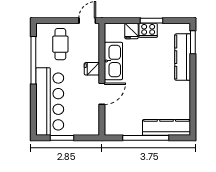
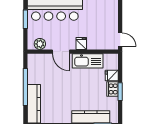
cafe table: (60, 44) -> (101, 18), removed
plant: (92, 120) -> (40, 44), added

